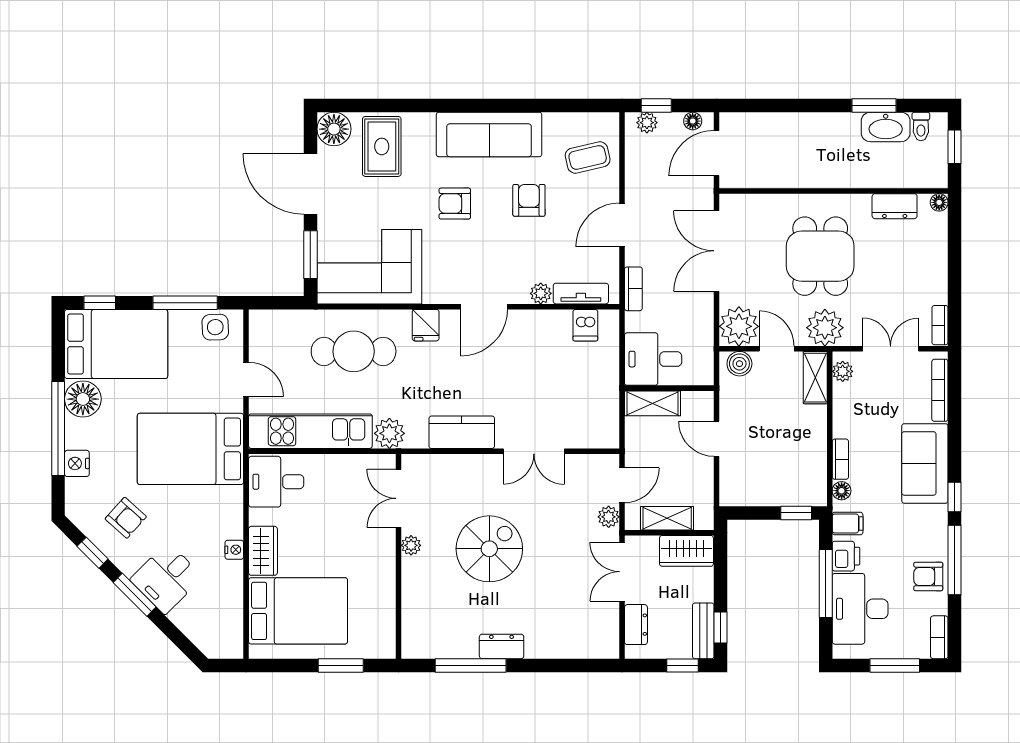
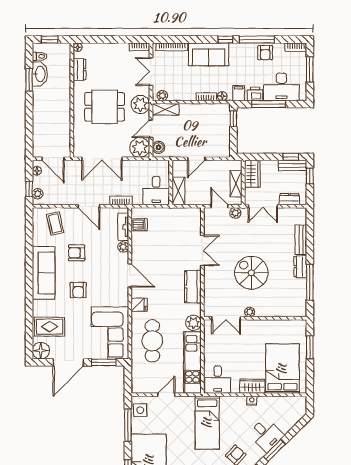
bed: (190, 449) -> (207, 423), width x0.67
bench: (555, 648) -> (301, 240), added

